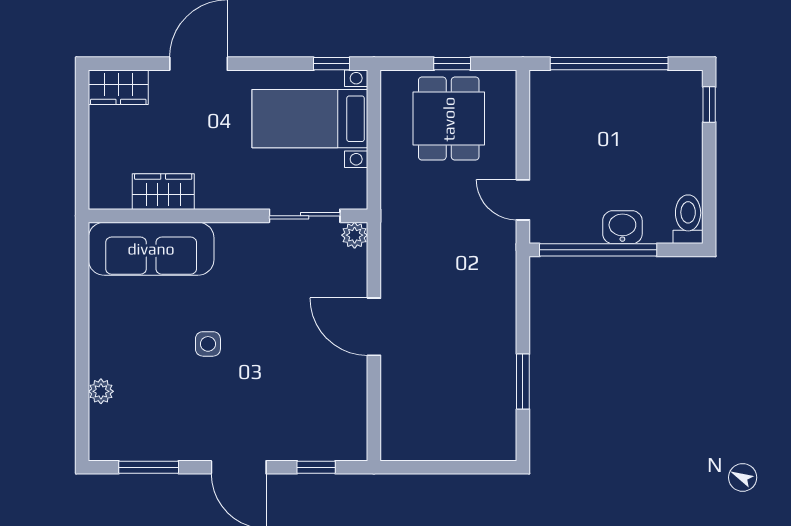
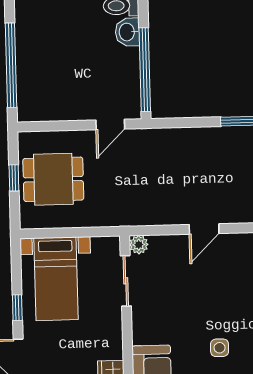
window: (332, 64) -> (17, 308), moved
washbasin: (622, 227) -> (127, 32), moved
door: (374, 327) -> (204, 229), width x0.73

